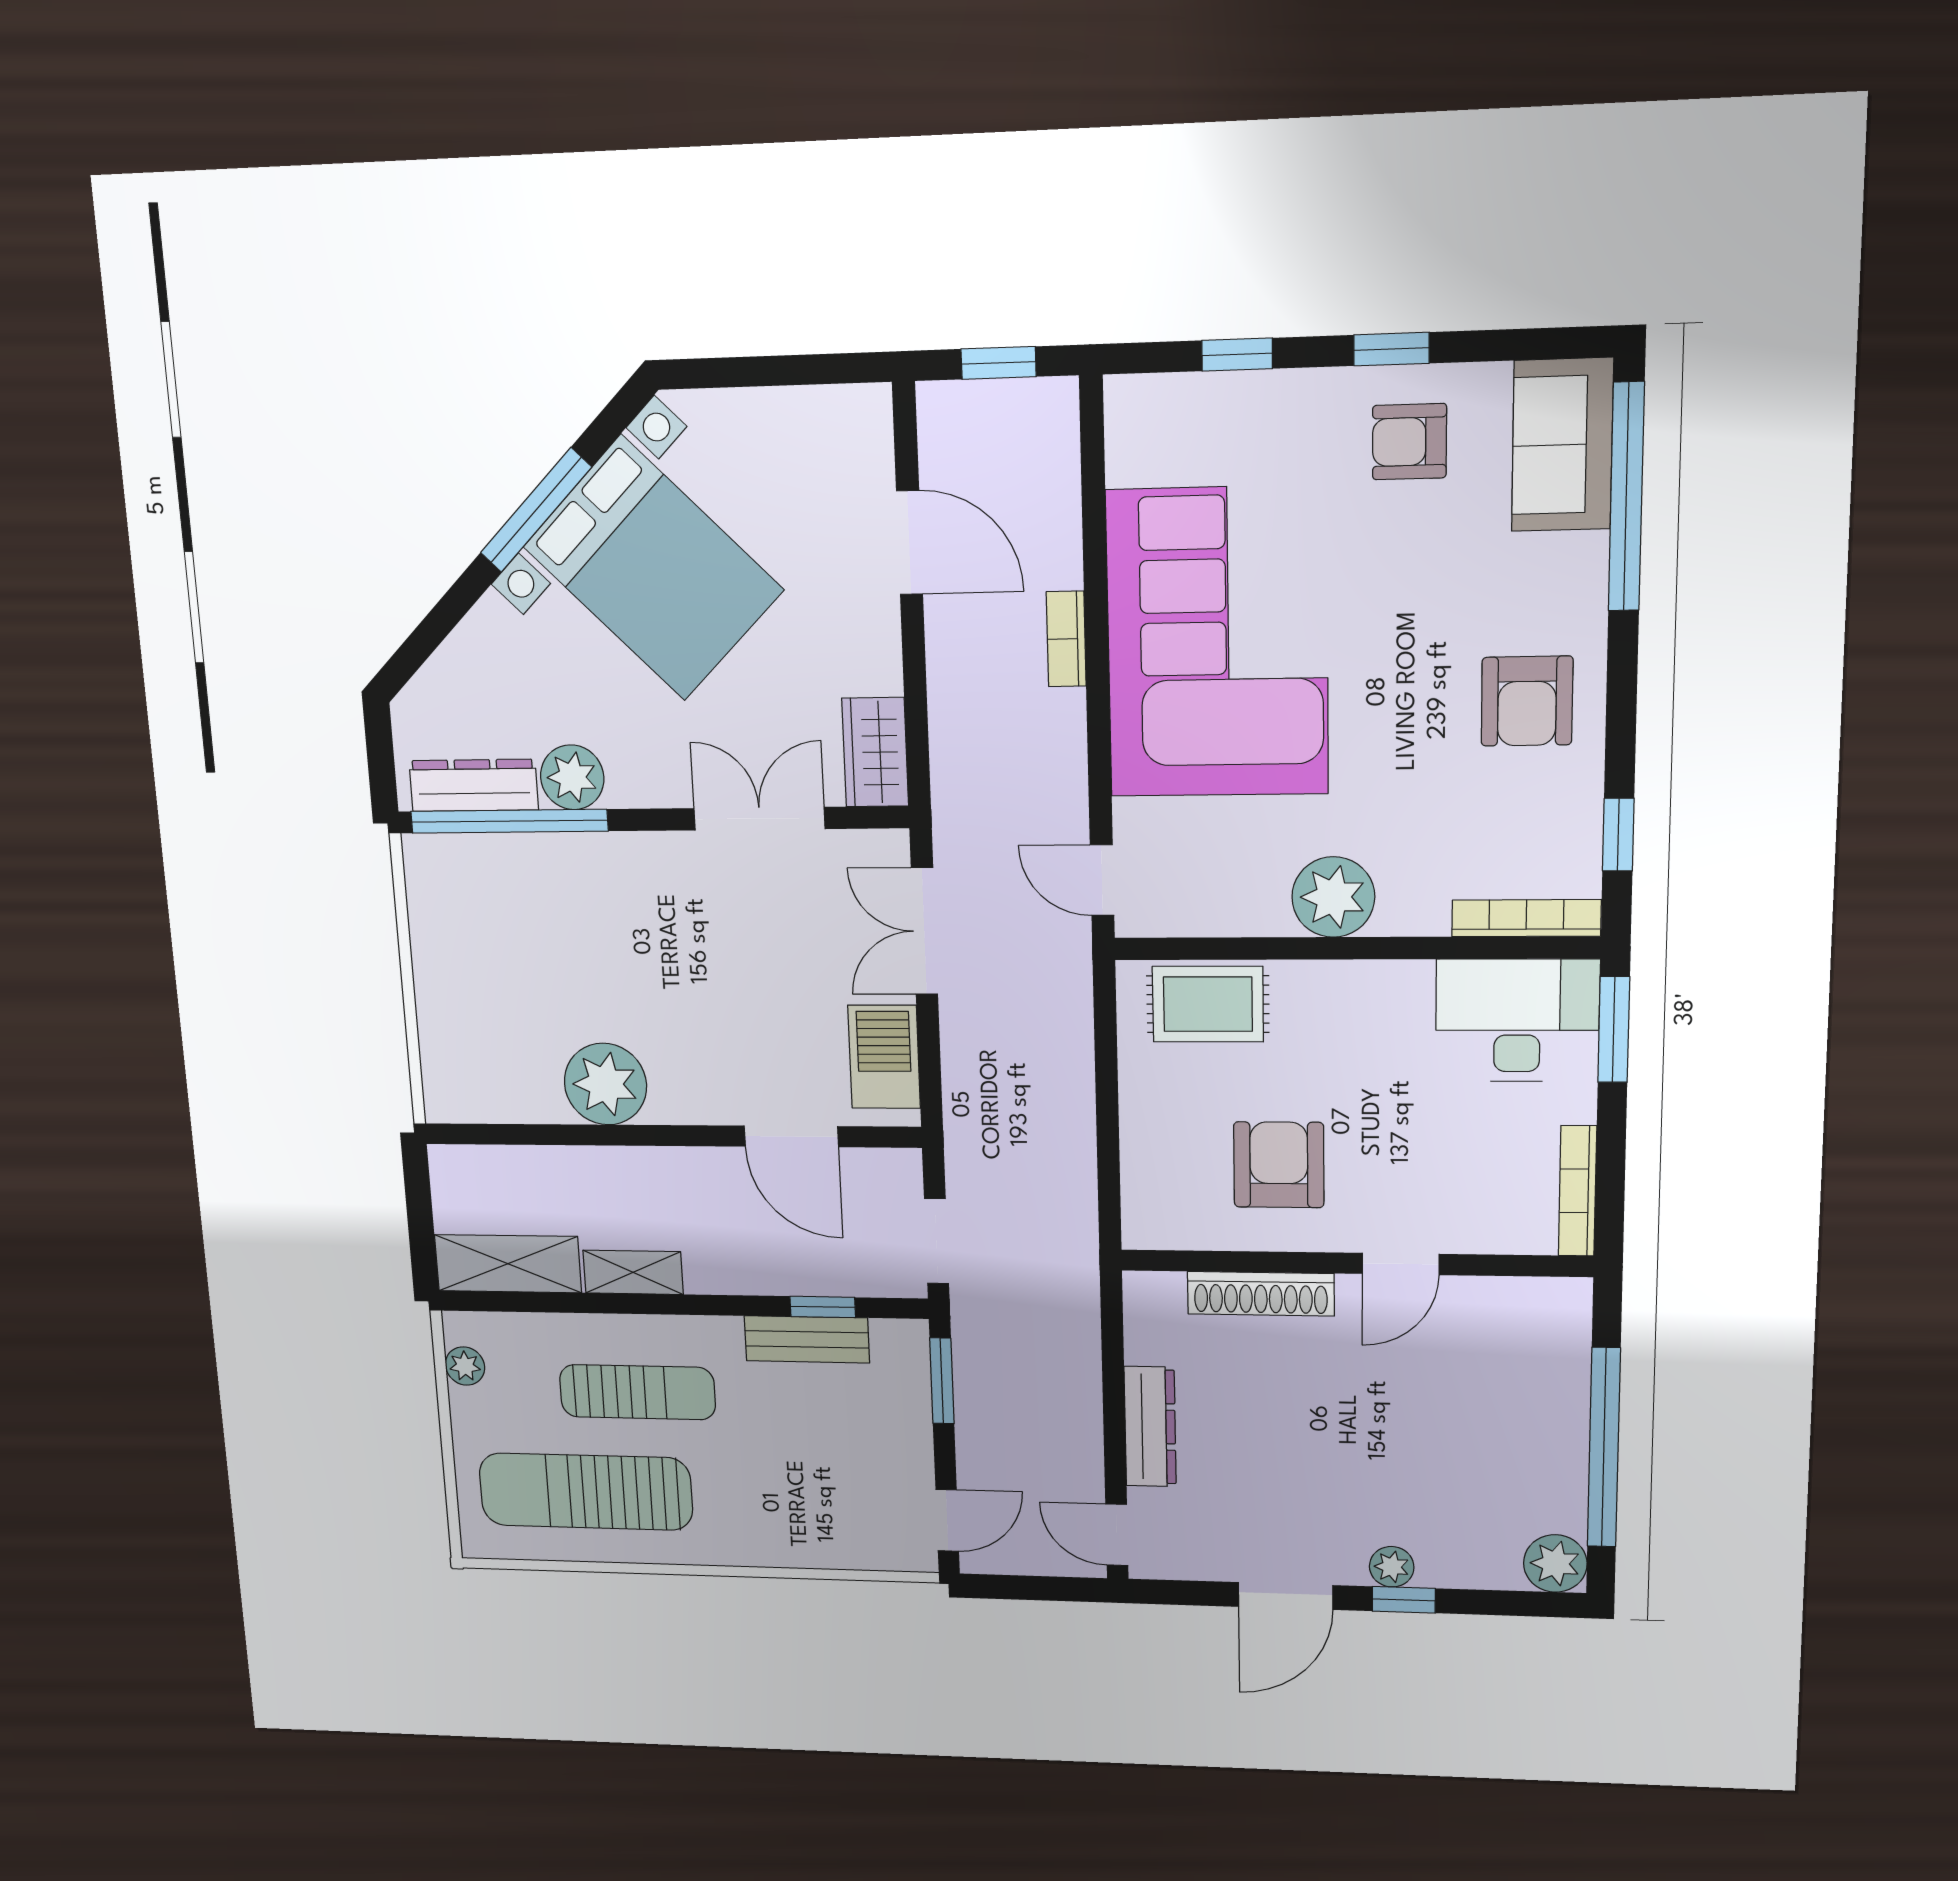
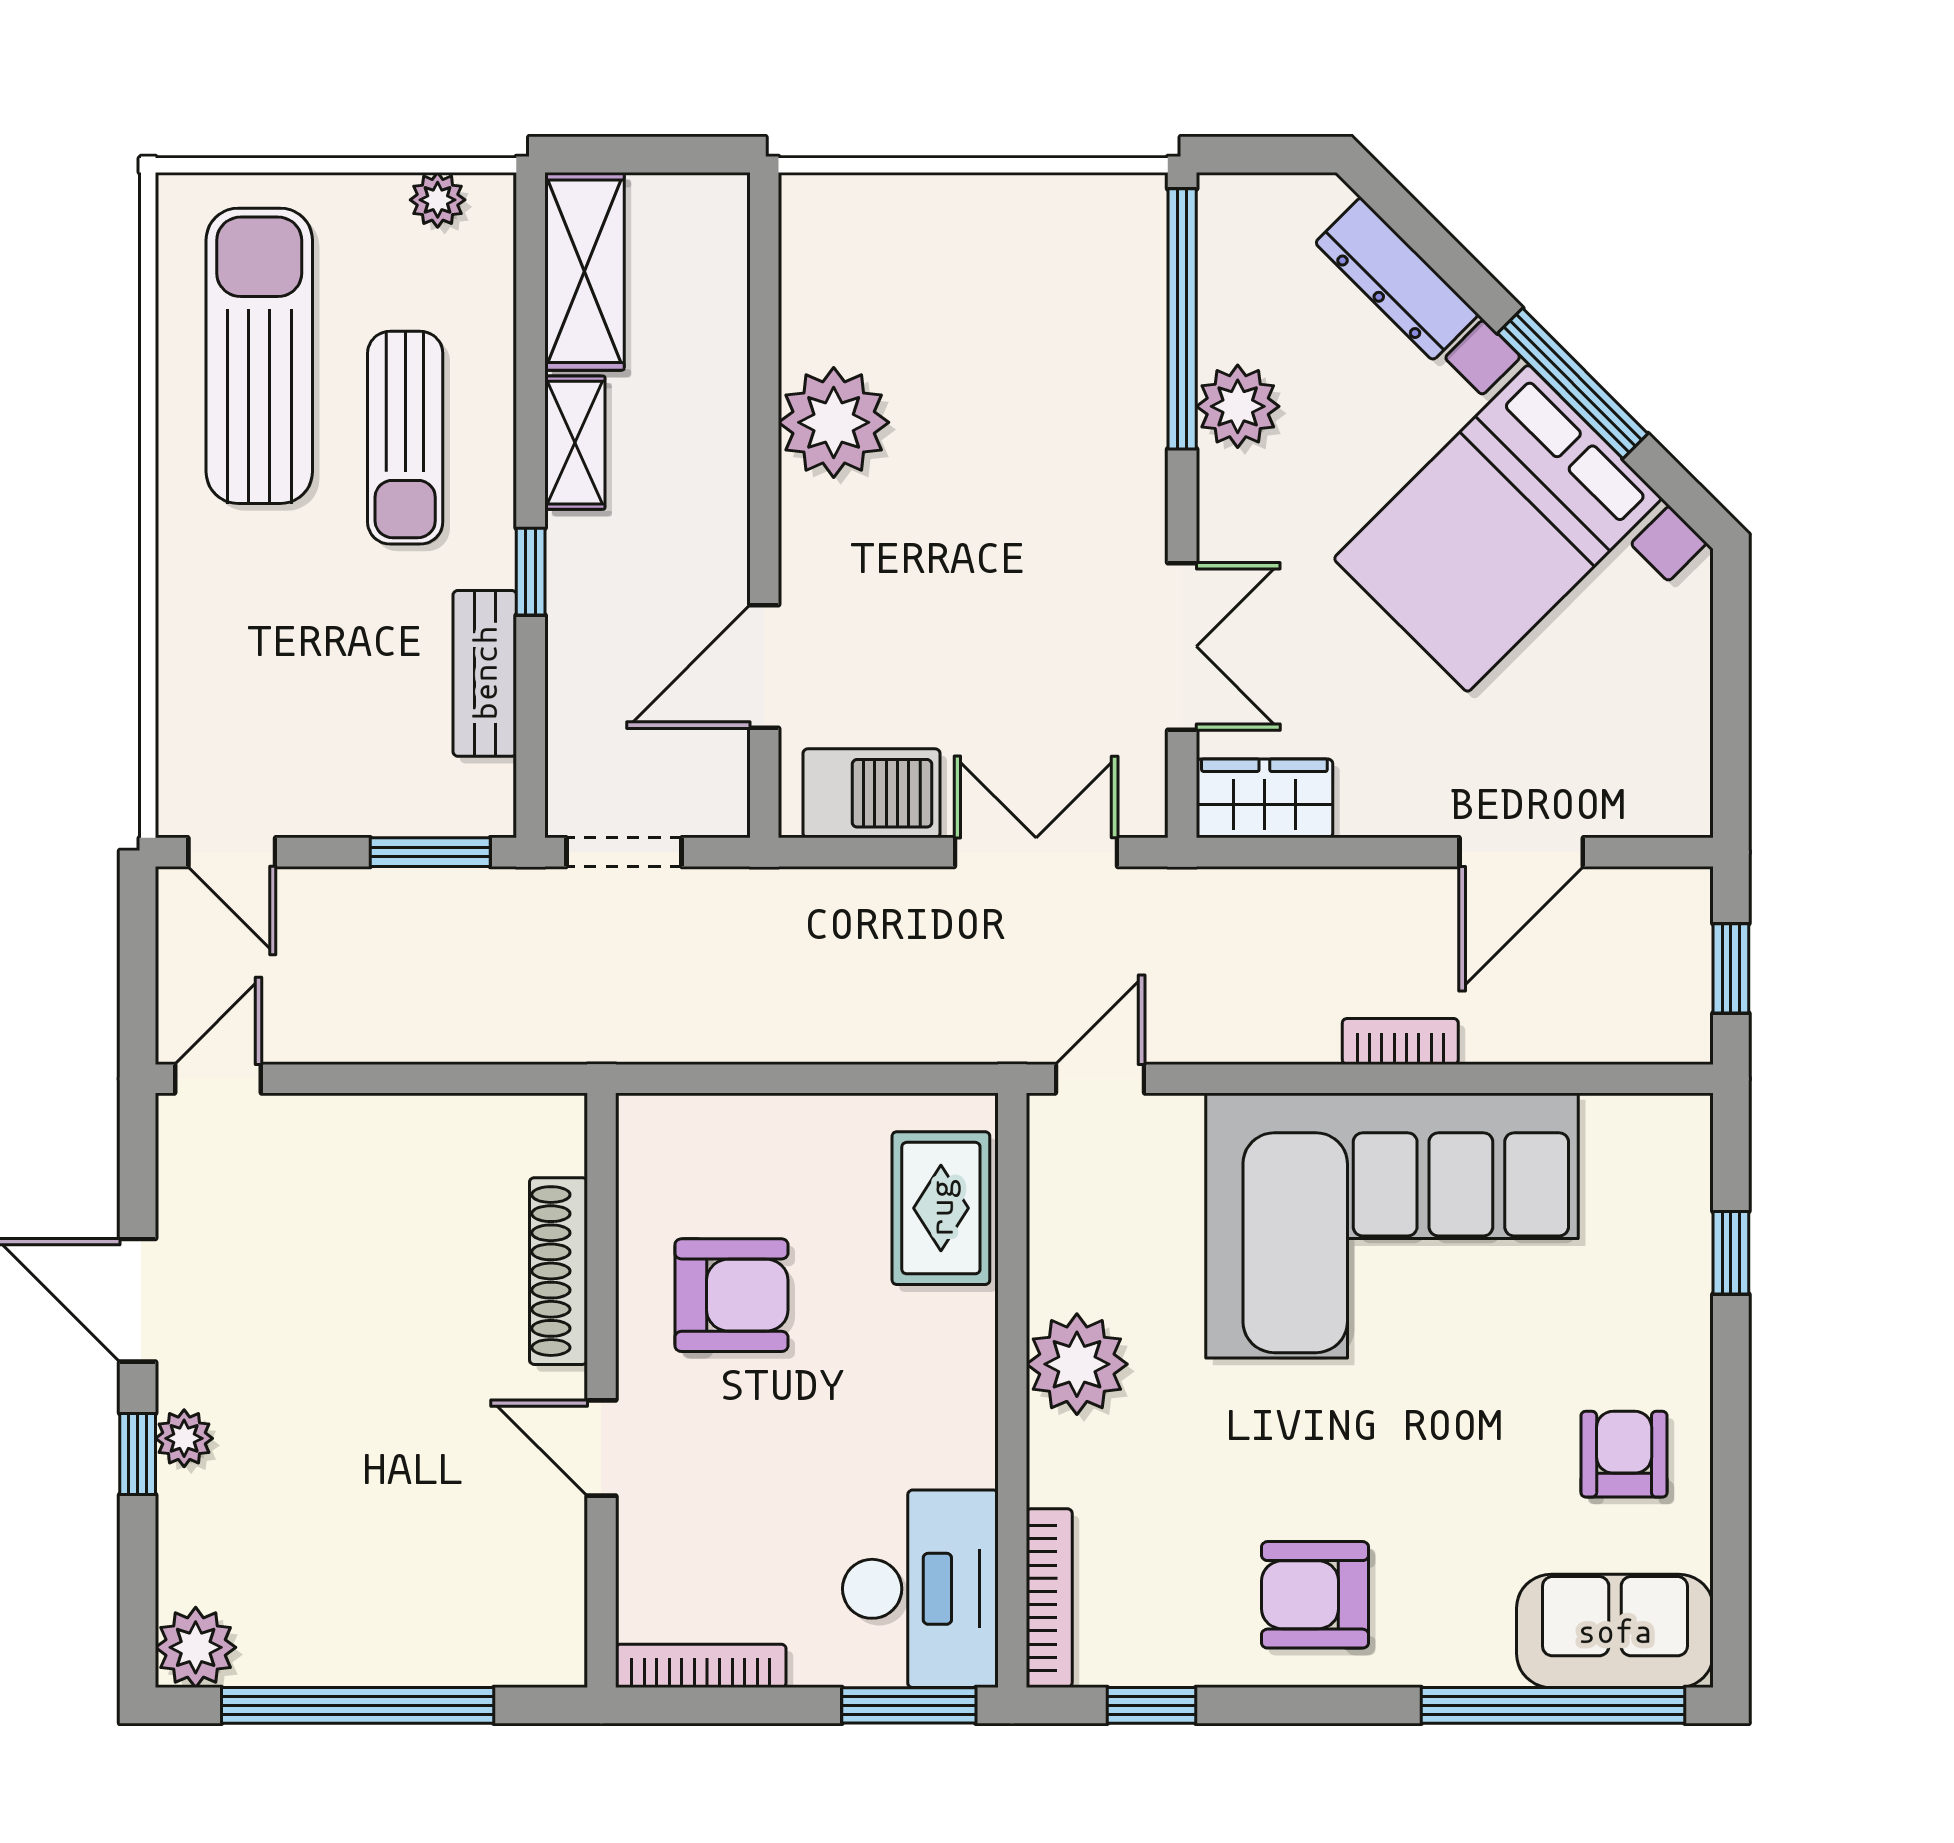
window: (1391, 349) -> (1731, 1433), removed
dresser: (474, 785) -> (1397, 279), moved, turned 135
window: (823, 1307) -> (531, 572), moved
dresser: (1150, 1427) -> (372, 1126), removed

